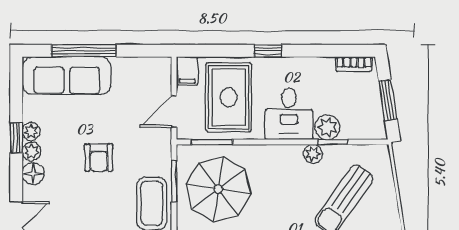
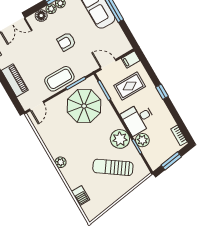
rug: (229, 97) -> (130, 86), width x0.73, depth x0.70
plant: (313, 154) -> (120, 139), width x1.88, depth x1.88

